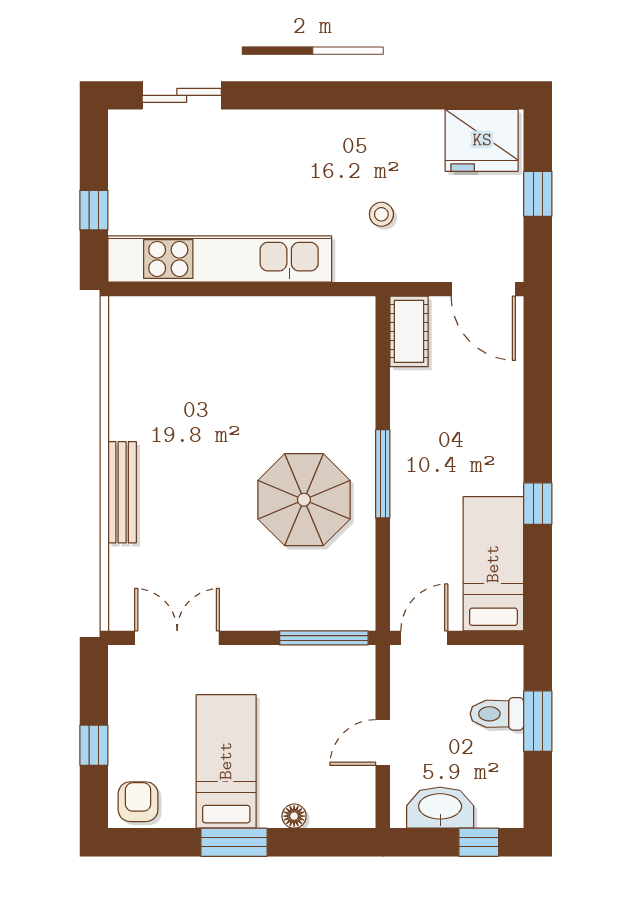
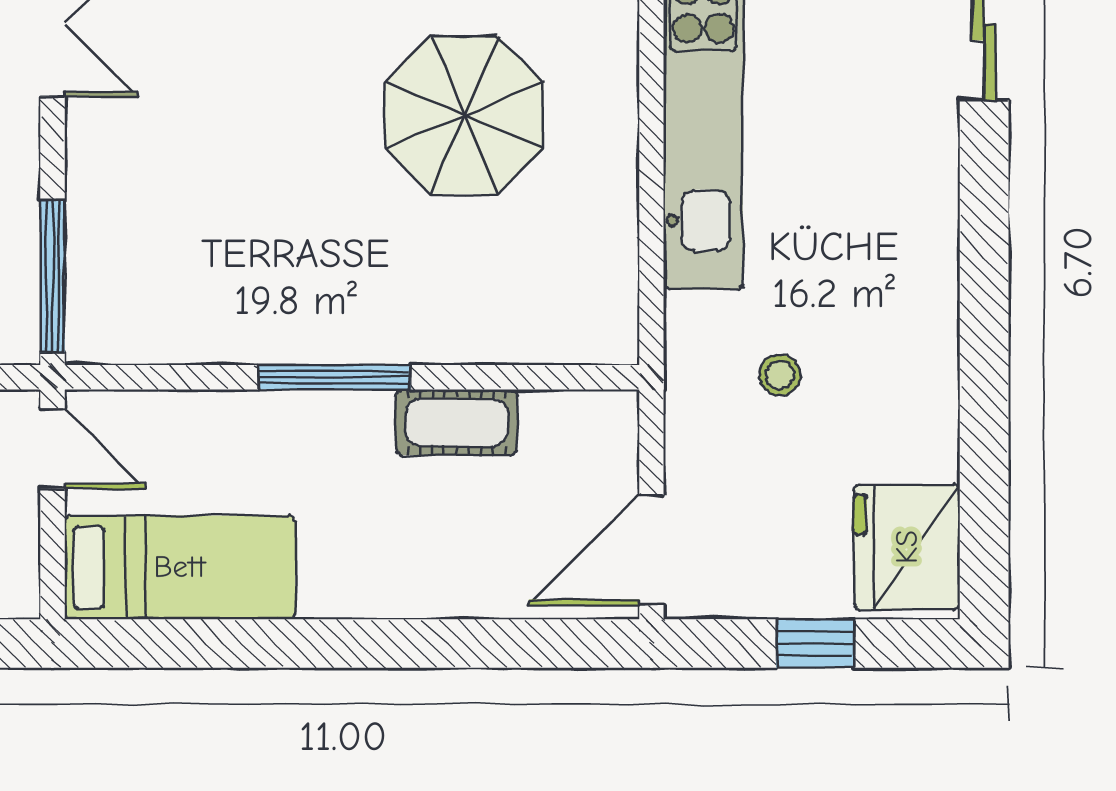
cot: (409, 331) -> (457, 422), moved
parasol: (304, 500) -> (464, 115), moved
window: (538, 504) -> (283, 643), removed

